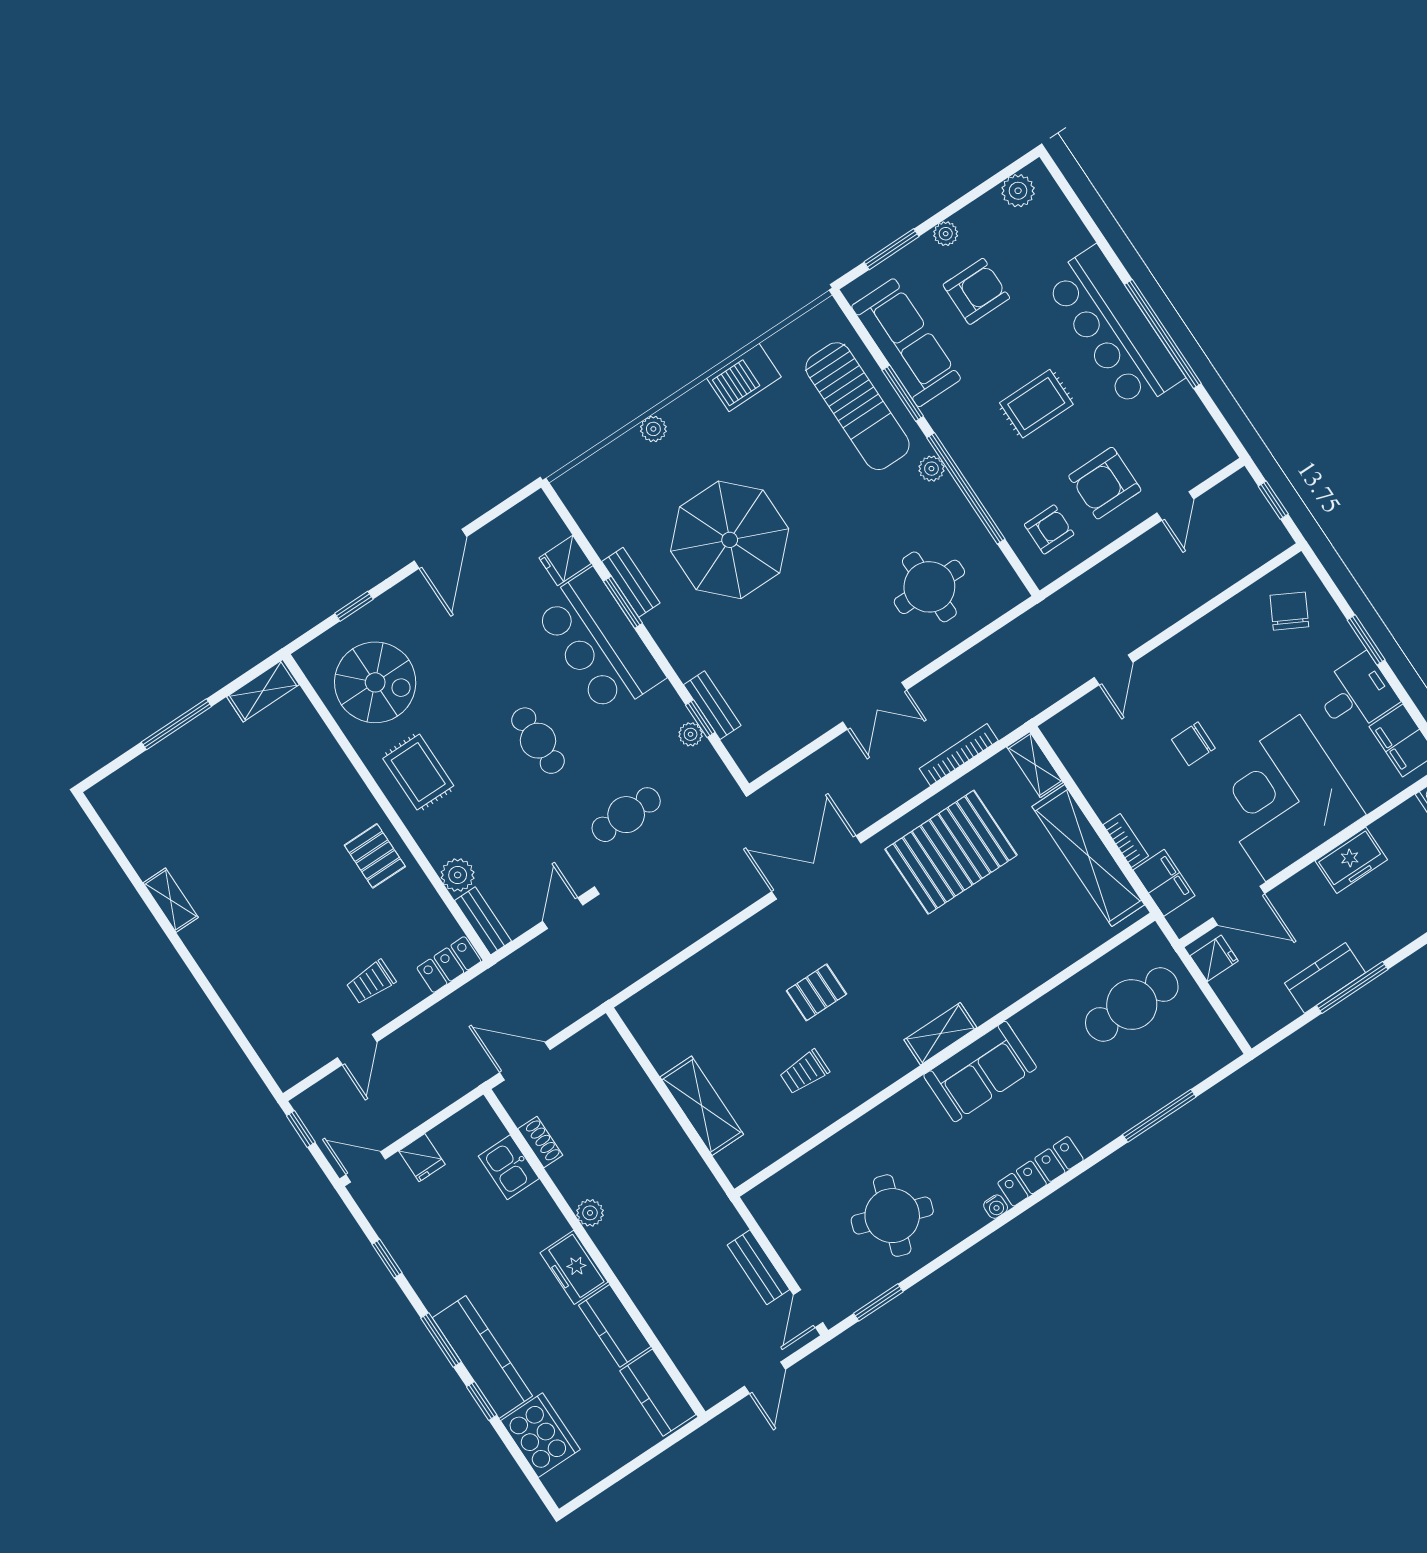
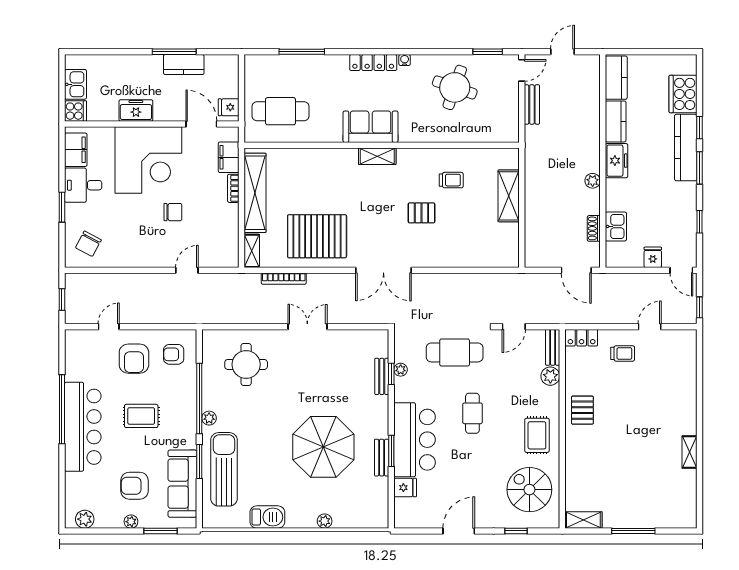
armchair: (1105, 483) -> (134, 359), turned 90
cafe table: (626, 815) -> (455, 352), width x1.37, depth x1.35

